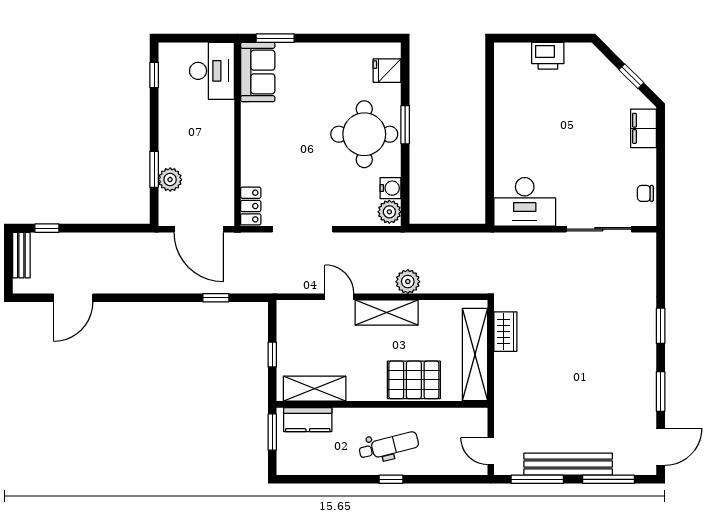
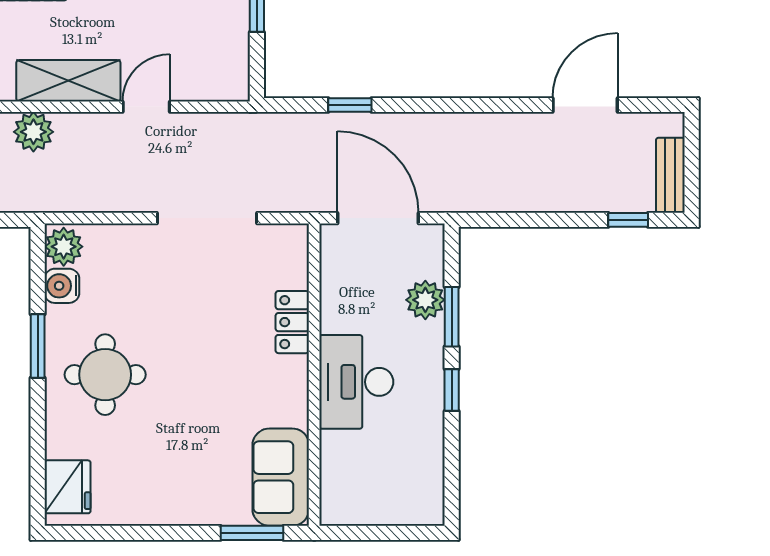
desk: (212, 71) -> (356, 382), moved
fridge: (387, 71) -> (67, 487), width x1.38
window: (154, 75) -> (452, 390), moved
window: (405, 125) -> (38, 346), moved
round table: (364, 134) -> (105, 375), width x0.73, depth x0.73
locker: (251, 206) -> (292, 322), moved
door: (339, 297) -> (146, 107), swing flipped

